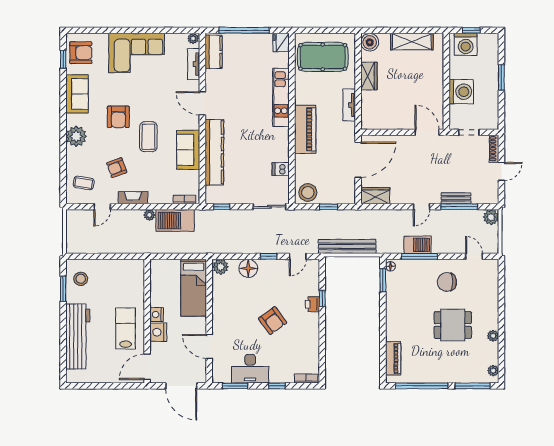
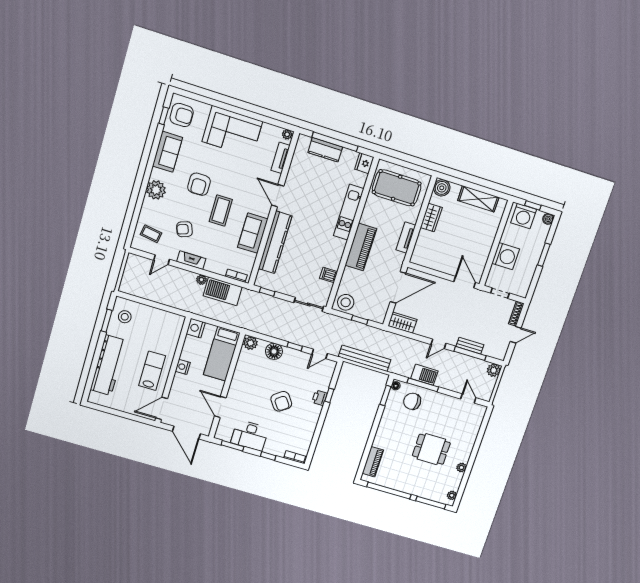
boiler: (493, 39) -> (548, 219), added
kitchen counter: (214, 52) -> (325, 150), moved, turned 90
chair: (447, 282) -> (412, 401), moved
nightstand: (158, 332) -> (196, 328), moved

